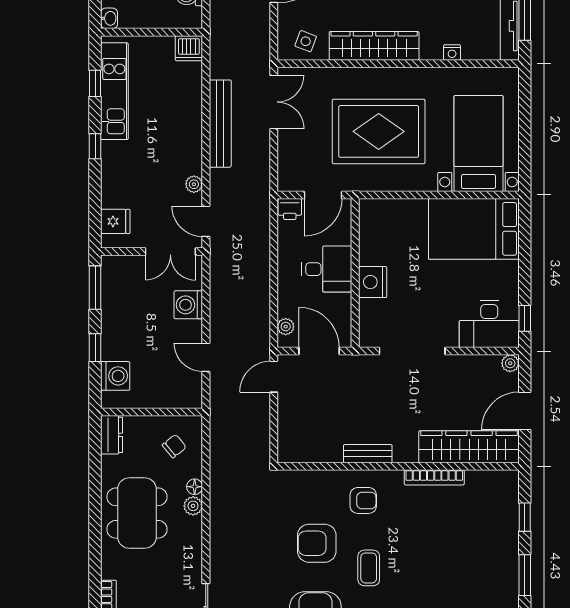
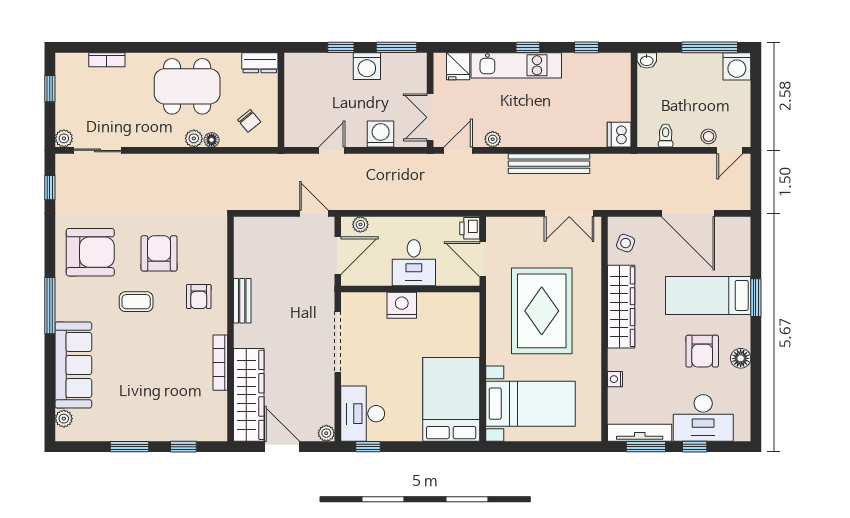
kitchen unit: (114, 91) -> (516, 65), moved
washing machine: (115, 376) -> (367, 66), moved

